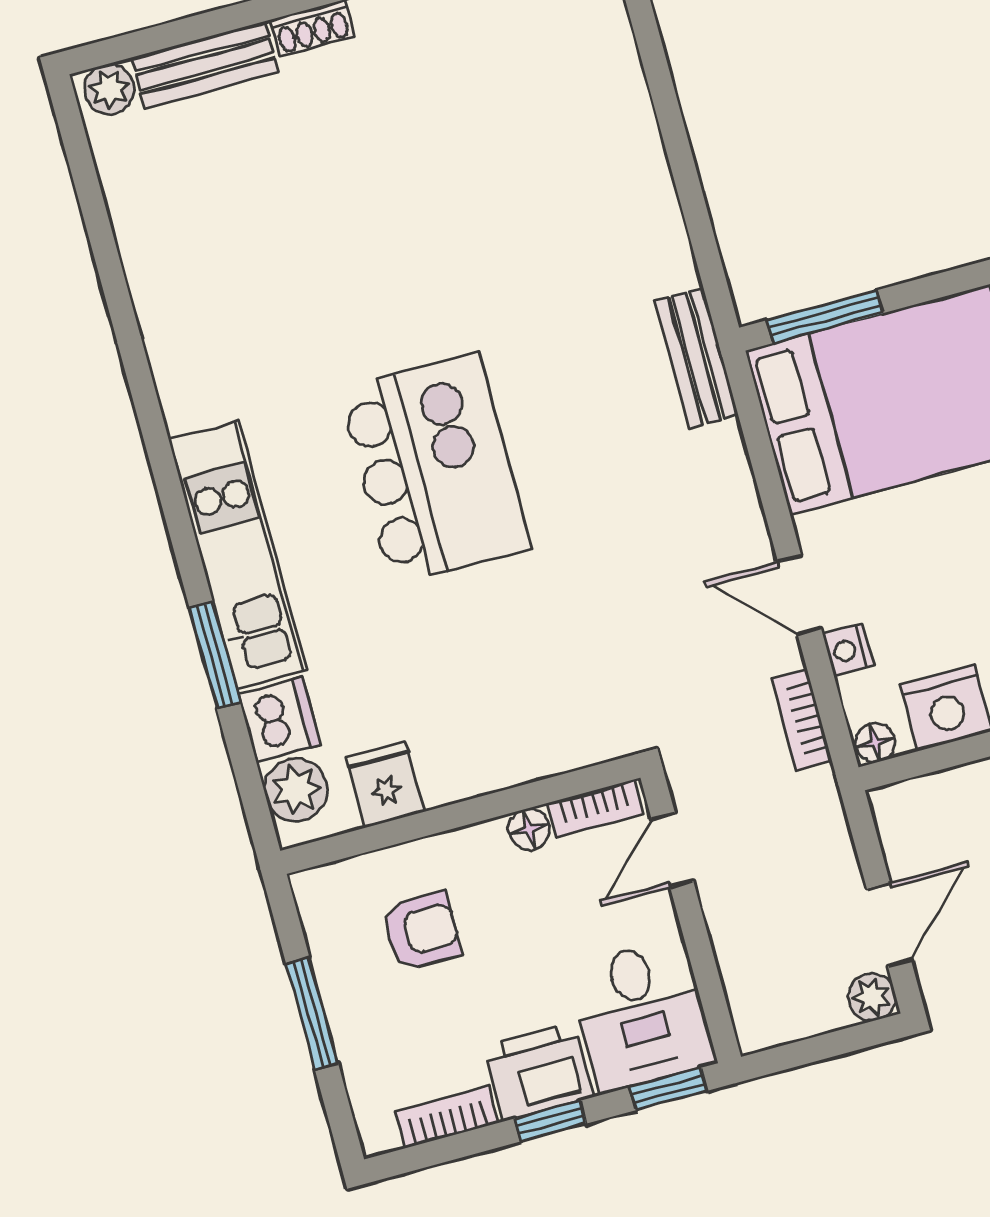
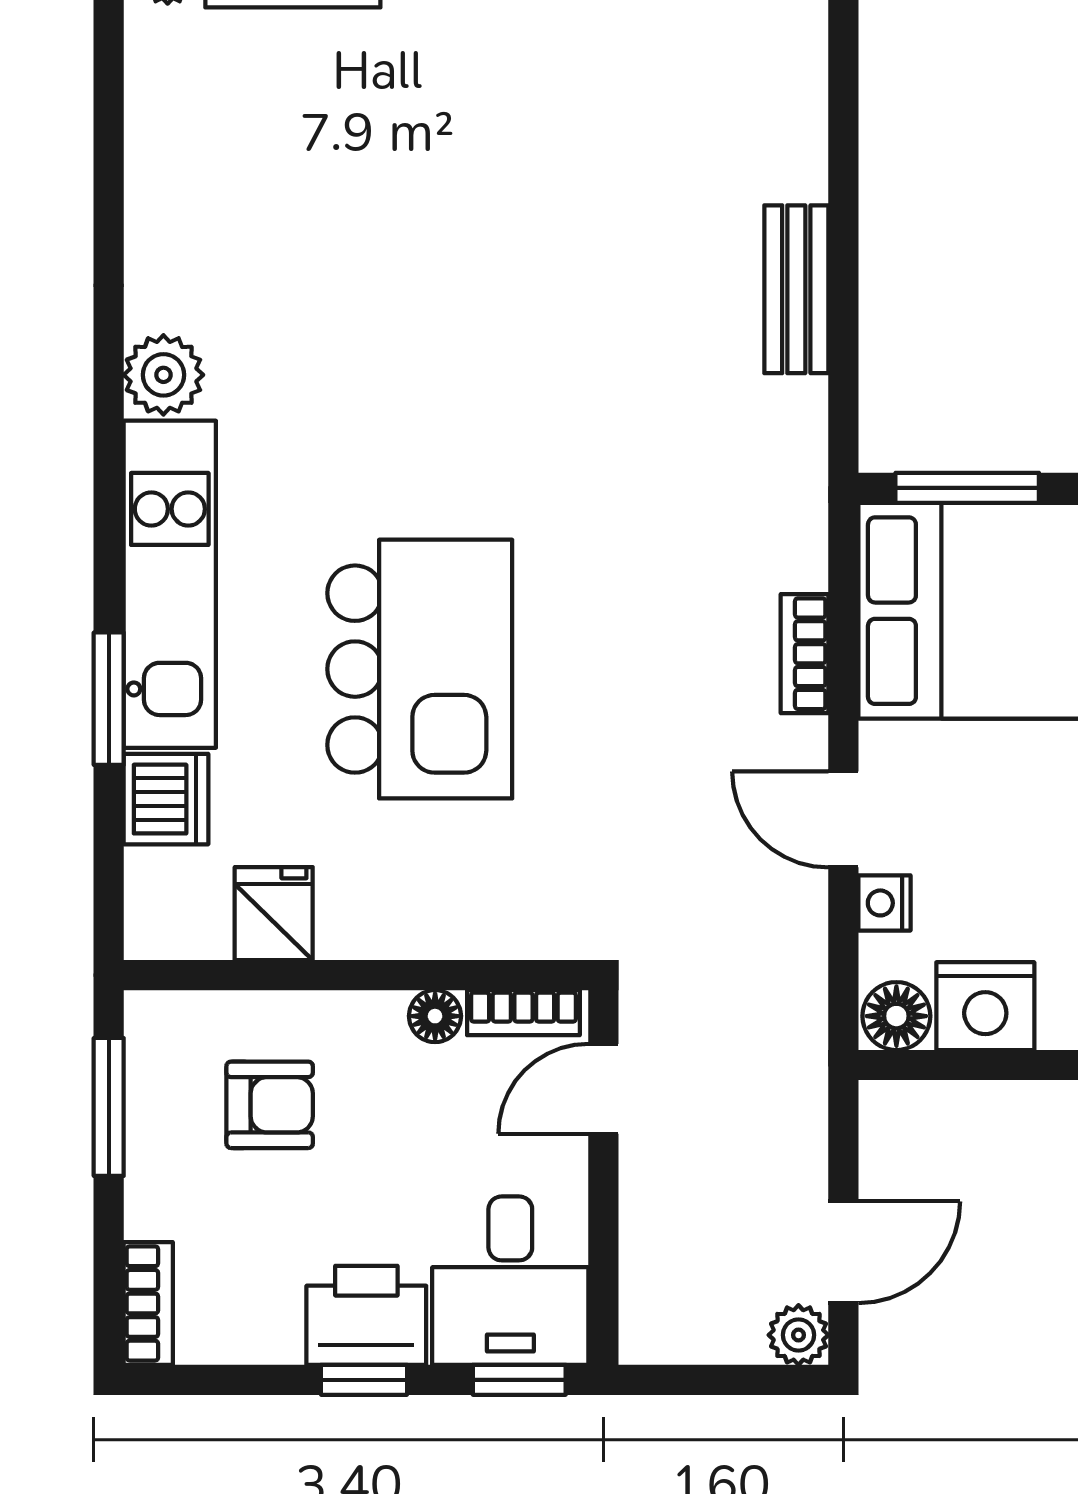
bench: (697, 358) -> (796, 289), moved
kitchen island: (435, 469) -> (420, 669), moved
bookcase: (802, 720) -> (805, 654), moved
floor lamp: (875, 743) -> (896, 1016), width x1.37, depth x1.37
plant: (296, 790) -> (163, 375), moved
window: (312, 1014) -> (109, 1107), moved
bookcase: (447, 1117) -> (148, 1303), moved, turned 90

